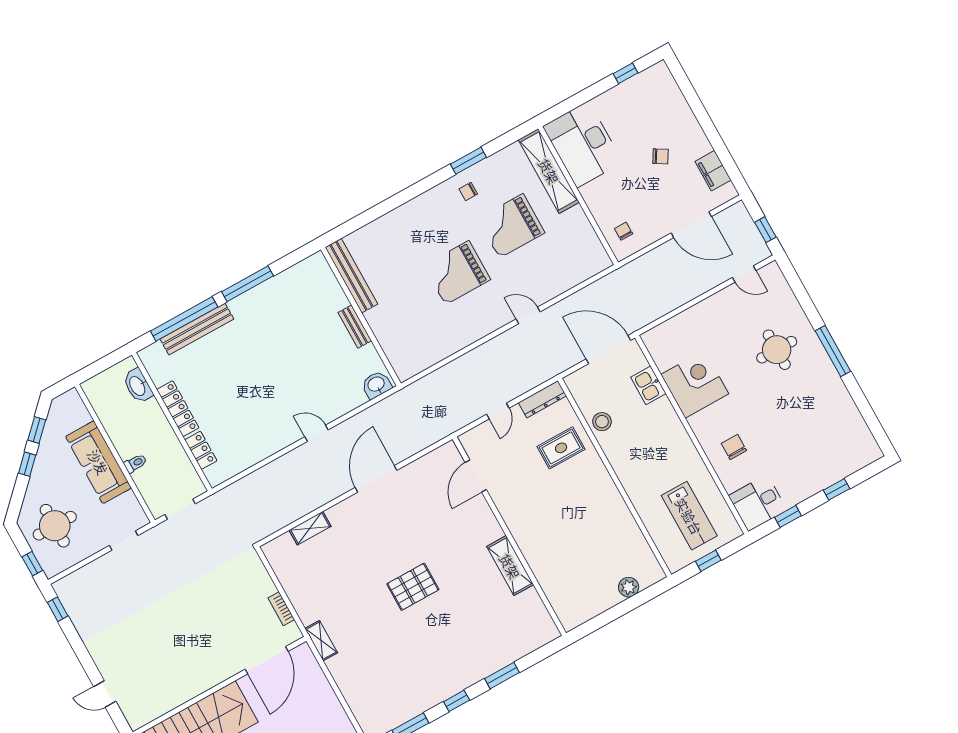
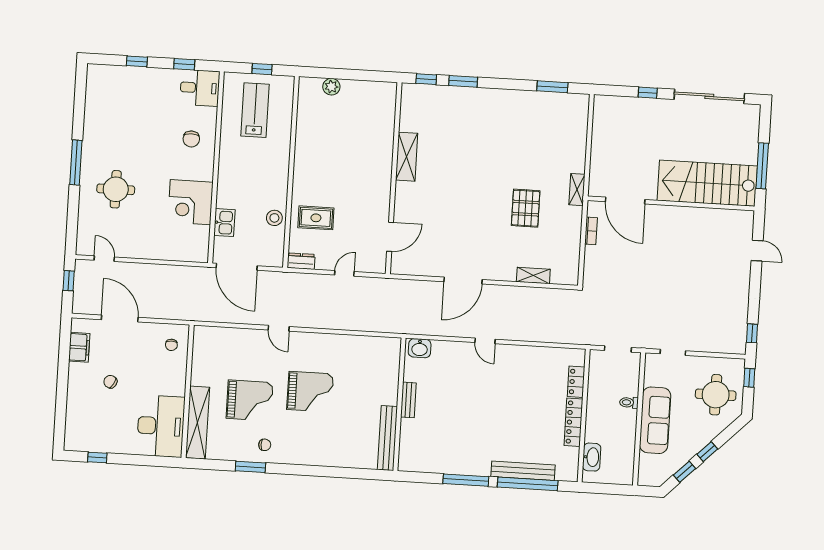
dresser: (542, 399) -> (301, 261), width x0.70
pallet: (413, 587) -> (526, 208), moved, turned 90
door: (267, 660) -> (625, 201), swing flipped
window: (457, 701) -> (426, 79), moved

